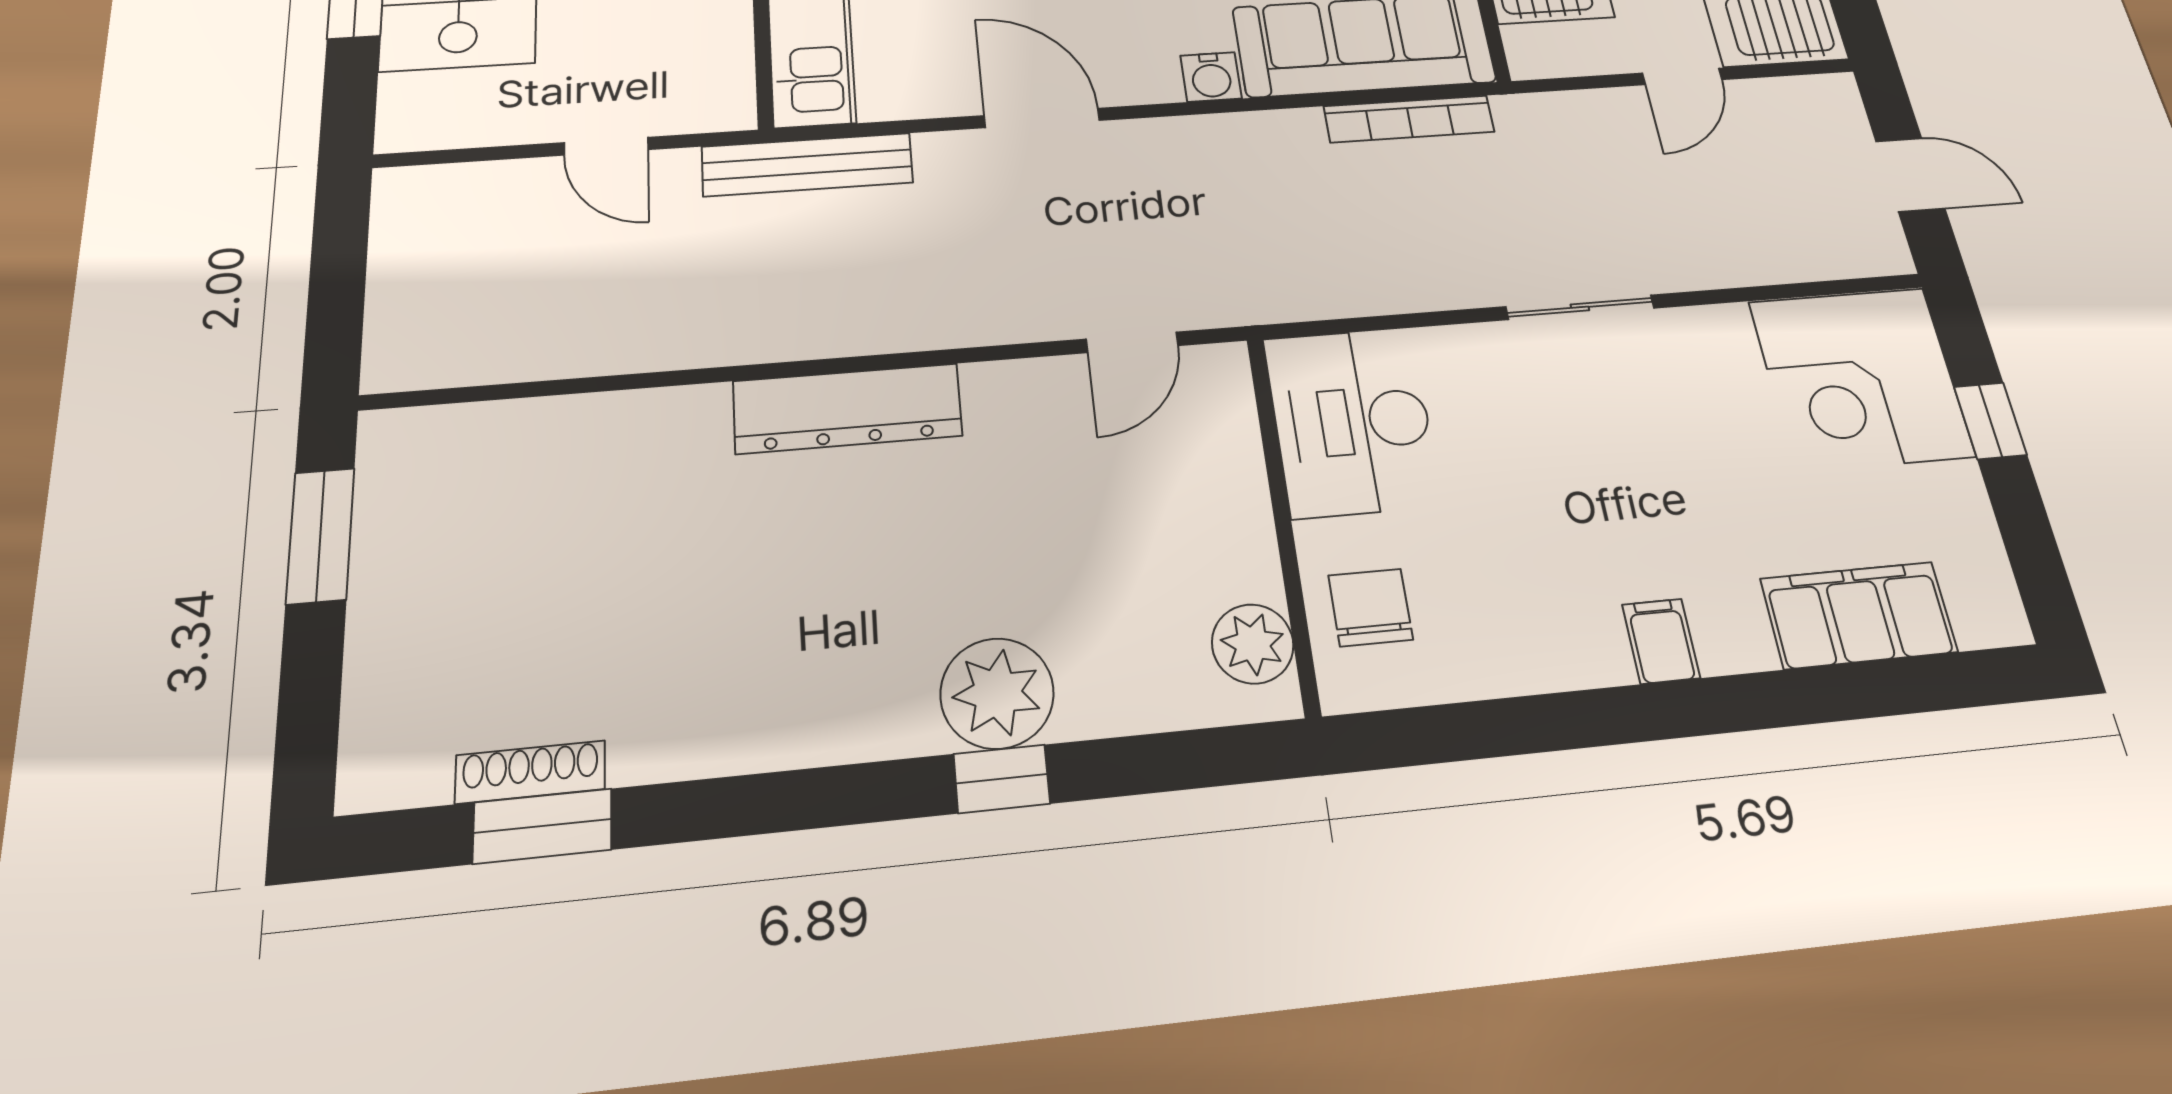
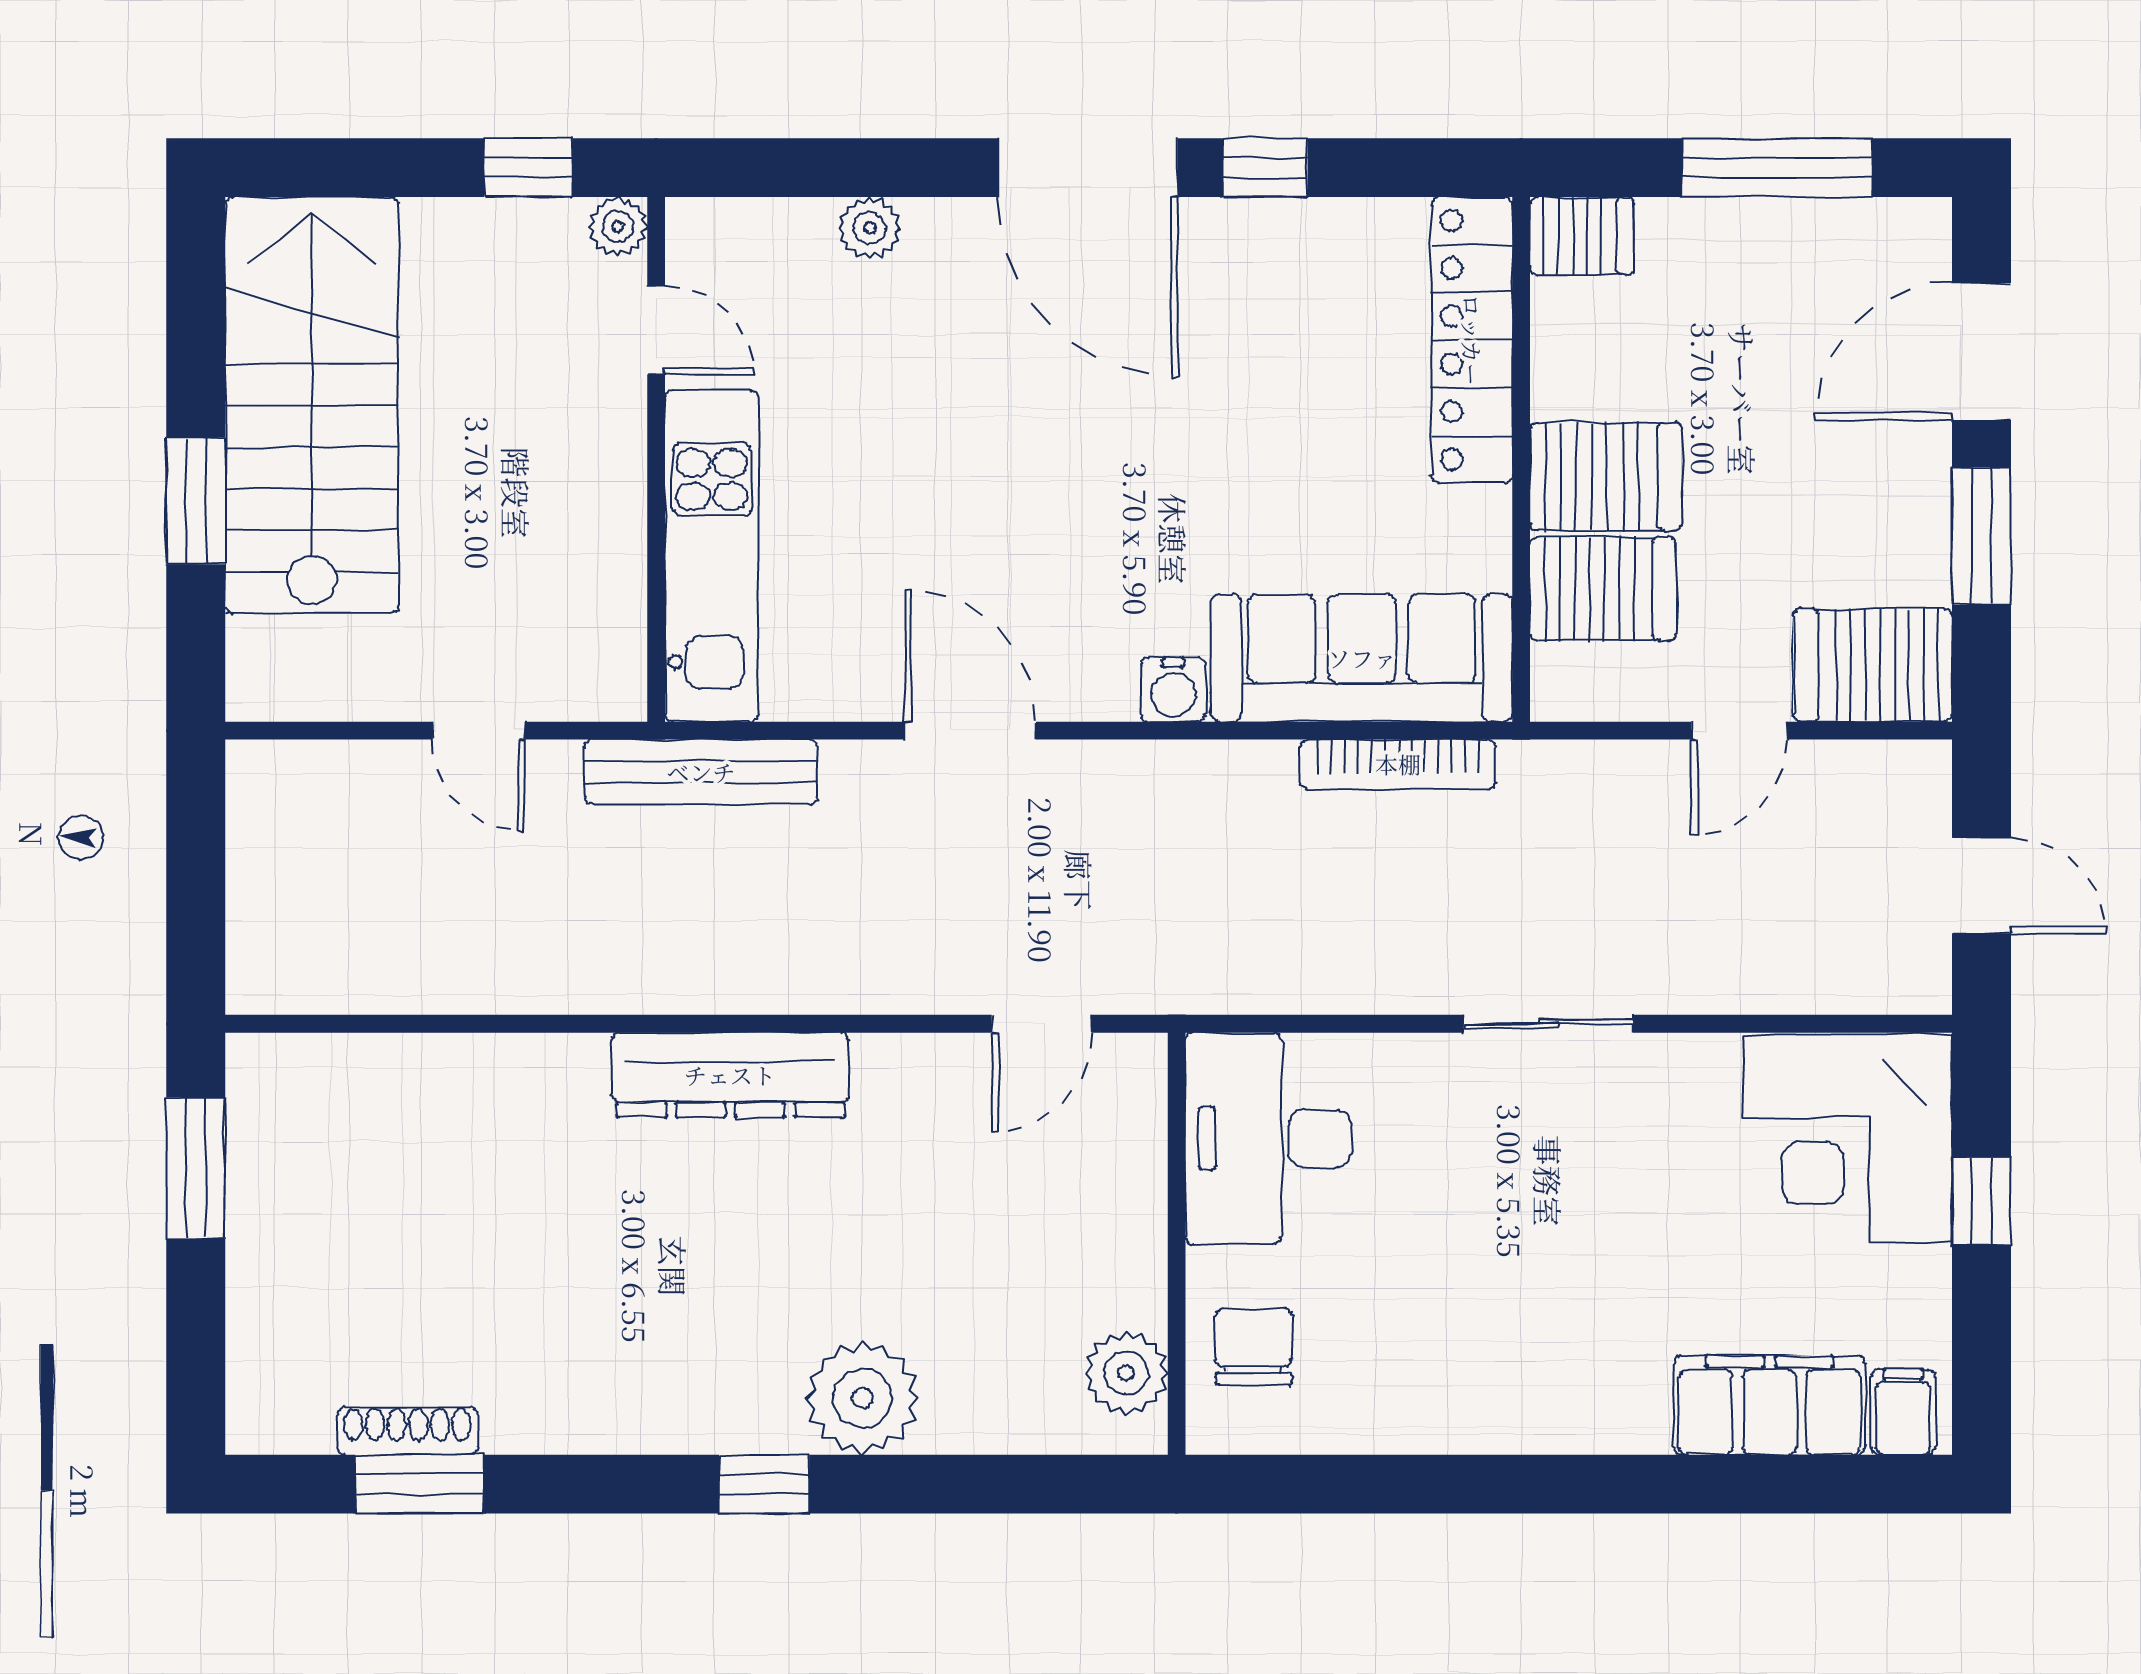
filing cabinet: (1661, 641) -> (1903, 1412), moved
window: (1002, 779) -> (764, 1484), moved

